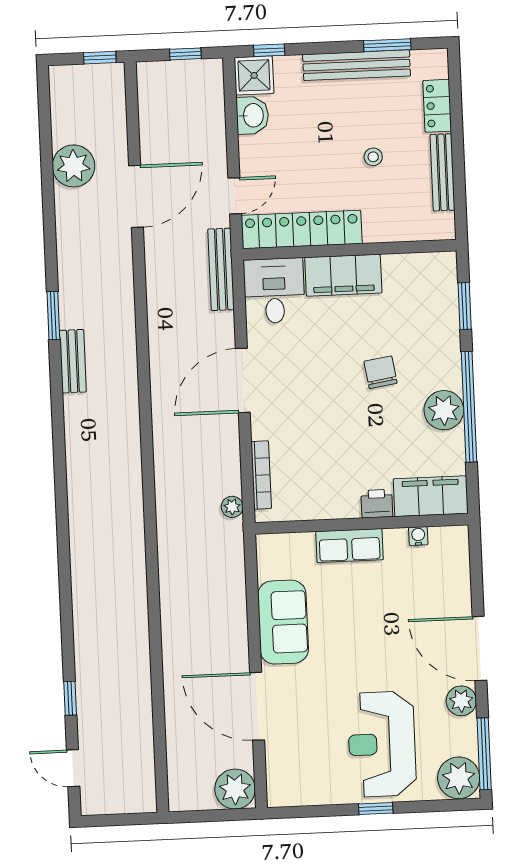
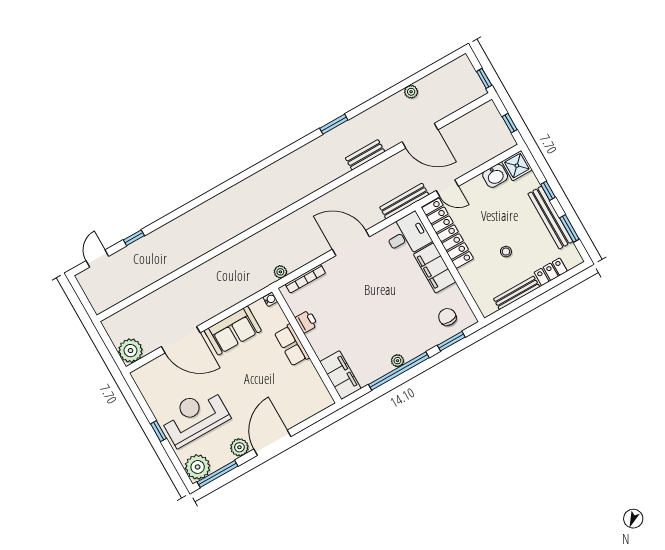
window: (269, 50) -> (548, 191), moved
plant: (74, 166) -> (411, 92), width x0.53, depth x0.53
bench: (73, 361) -> (365, 155), moved
chair: (380, 372) -> (447, 317), moved, turned -81
plant: (444, 410) -> (397, 361), width x0.53, depth x0.53
printer: (377, 504) -> (306, 322), moved
water cooler: (418, 536) -> (270, 299), moved
door: (257, 706) -> (181, 340), swing flipped

